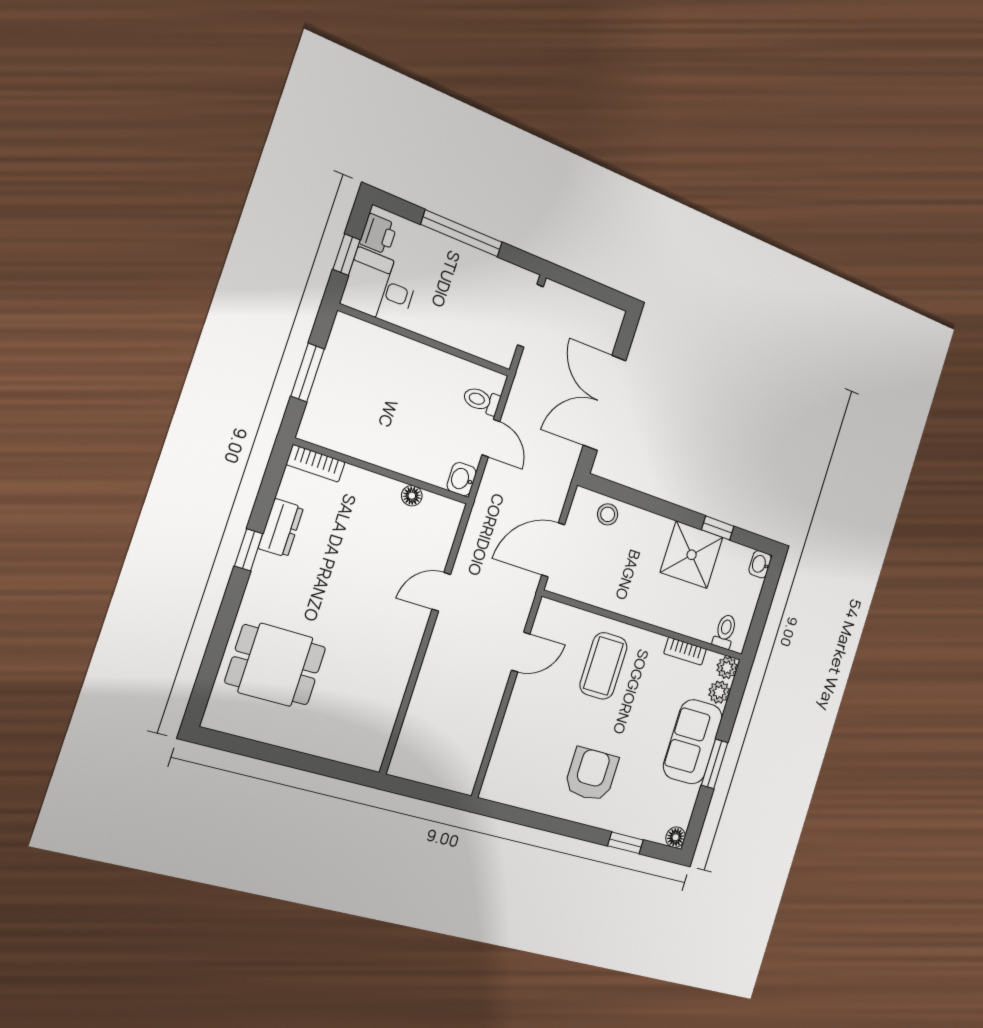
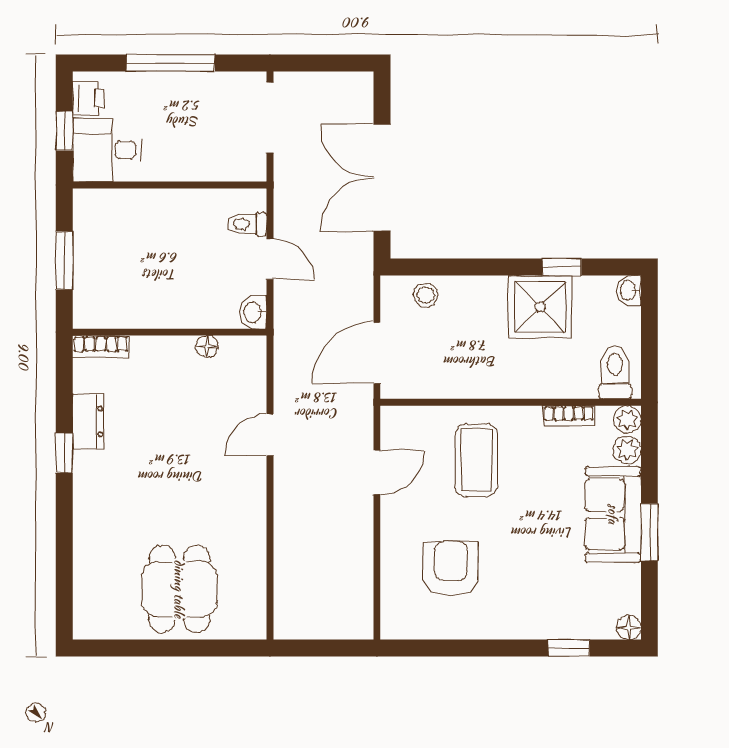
toilet: (725, 631) -> (615, 372), width x1.37, depth x1.39
dining table: (276, 665) -> (179, 589), moved, turned 90
armchair: (591, 774) -> (451, 569), moved

